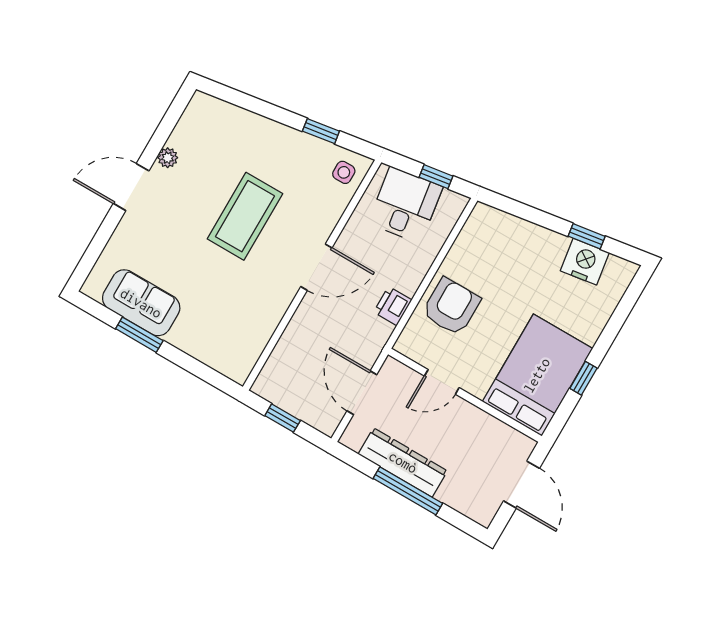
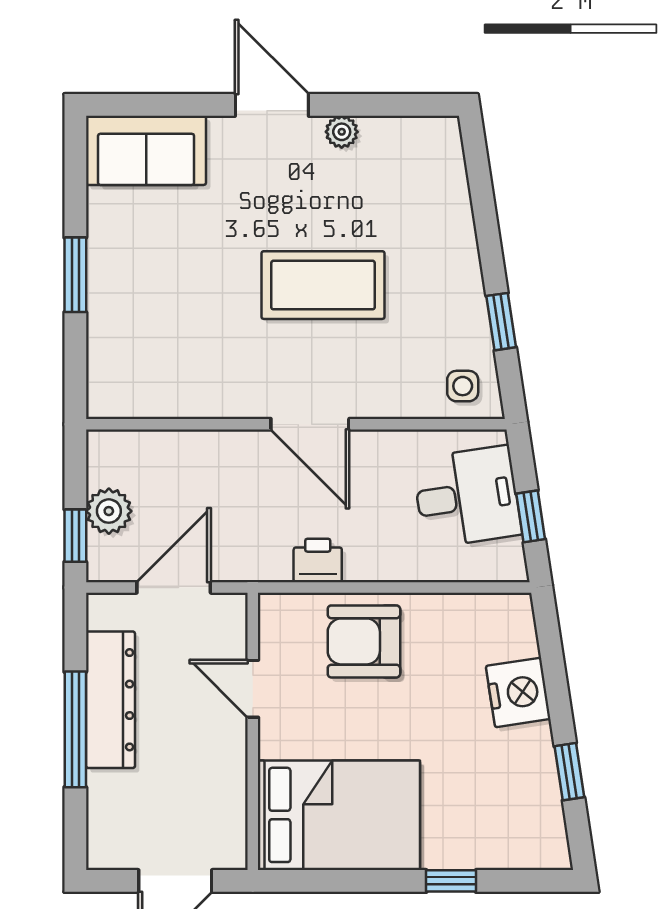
nightstand: (585, 262) -> (518, 692), moved
sofa: (141, 303) -> (146, 150), moved, turned 90
armchair: (451, 307) -> (364, 641), turned 180
window: (139, 335) -> (75, 275), moved
window: (583, 378) -> (451, 881), moved
plant: (300, 404) -> (109, 511), added
window: (283, 418) -> (75, 536), moved

